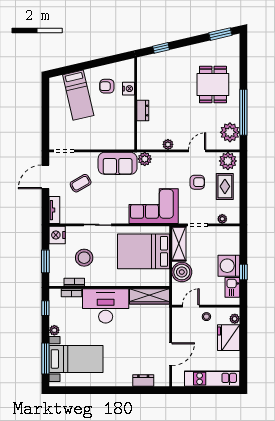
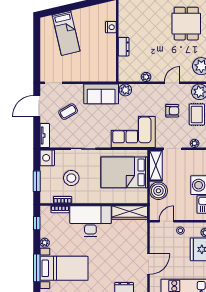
armchair: (107, 86) -> (92, 25), removed

